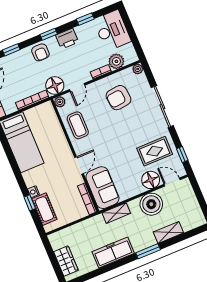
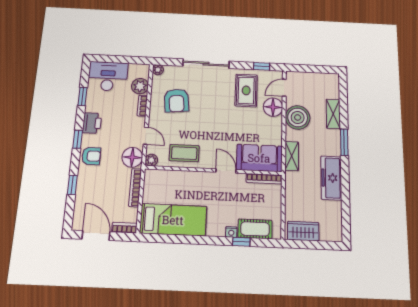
wardrobe: (66, 261) -> (303, 231), moved

